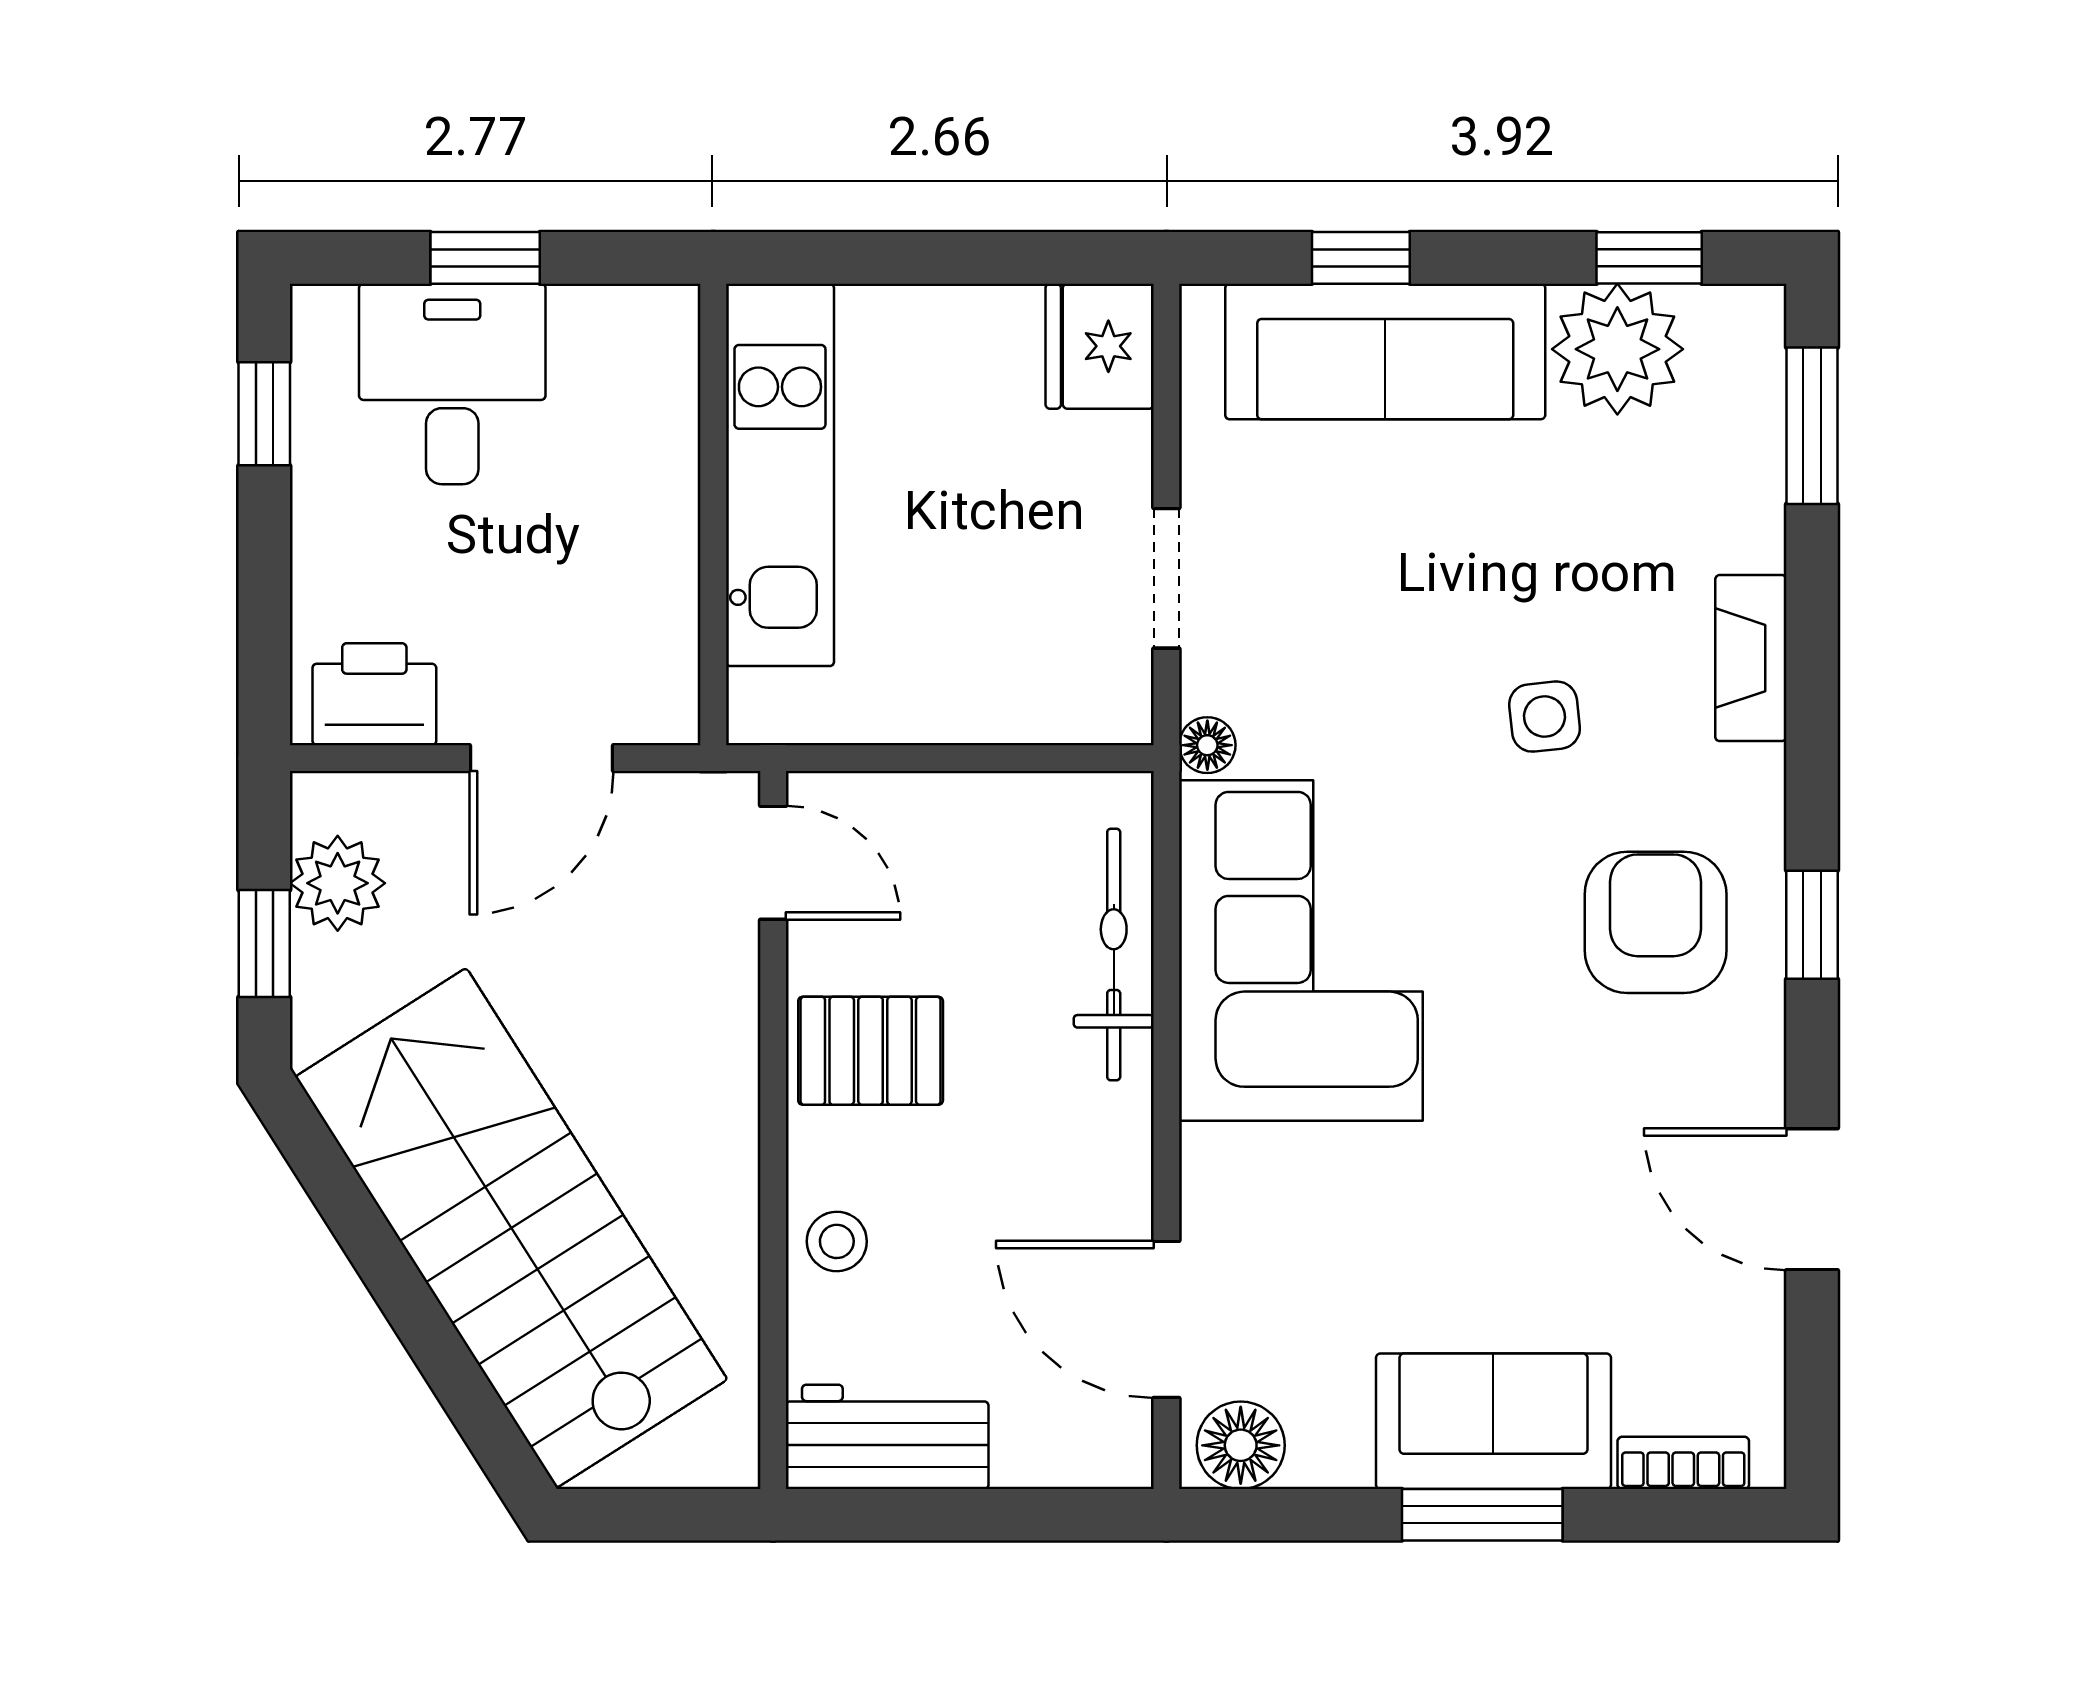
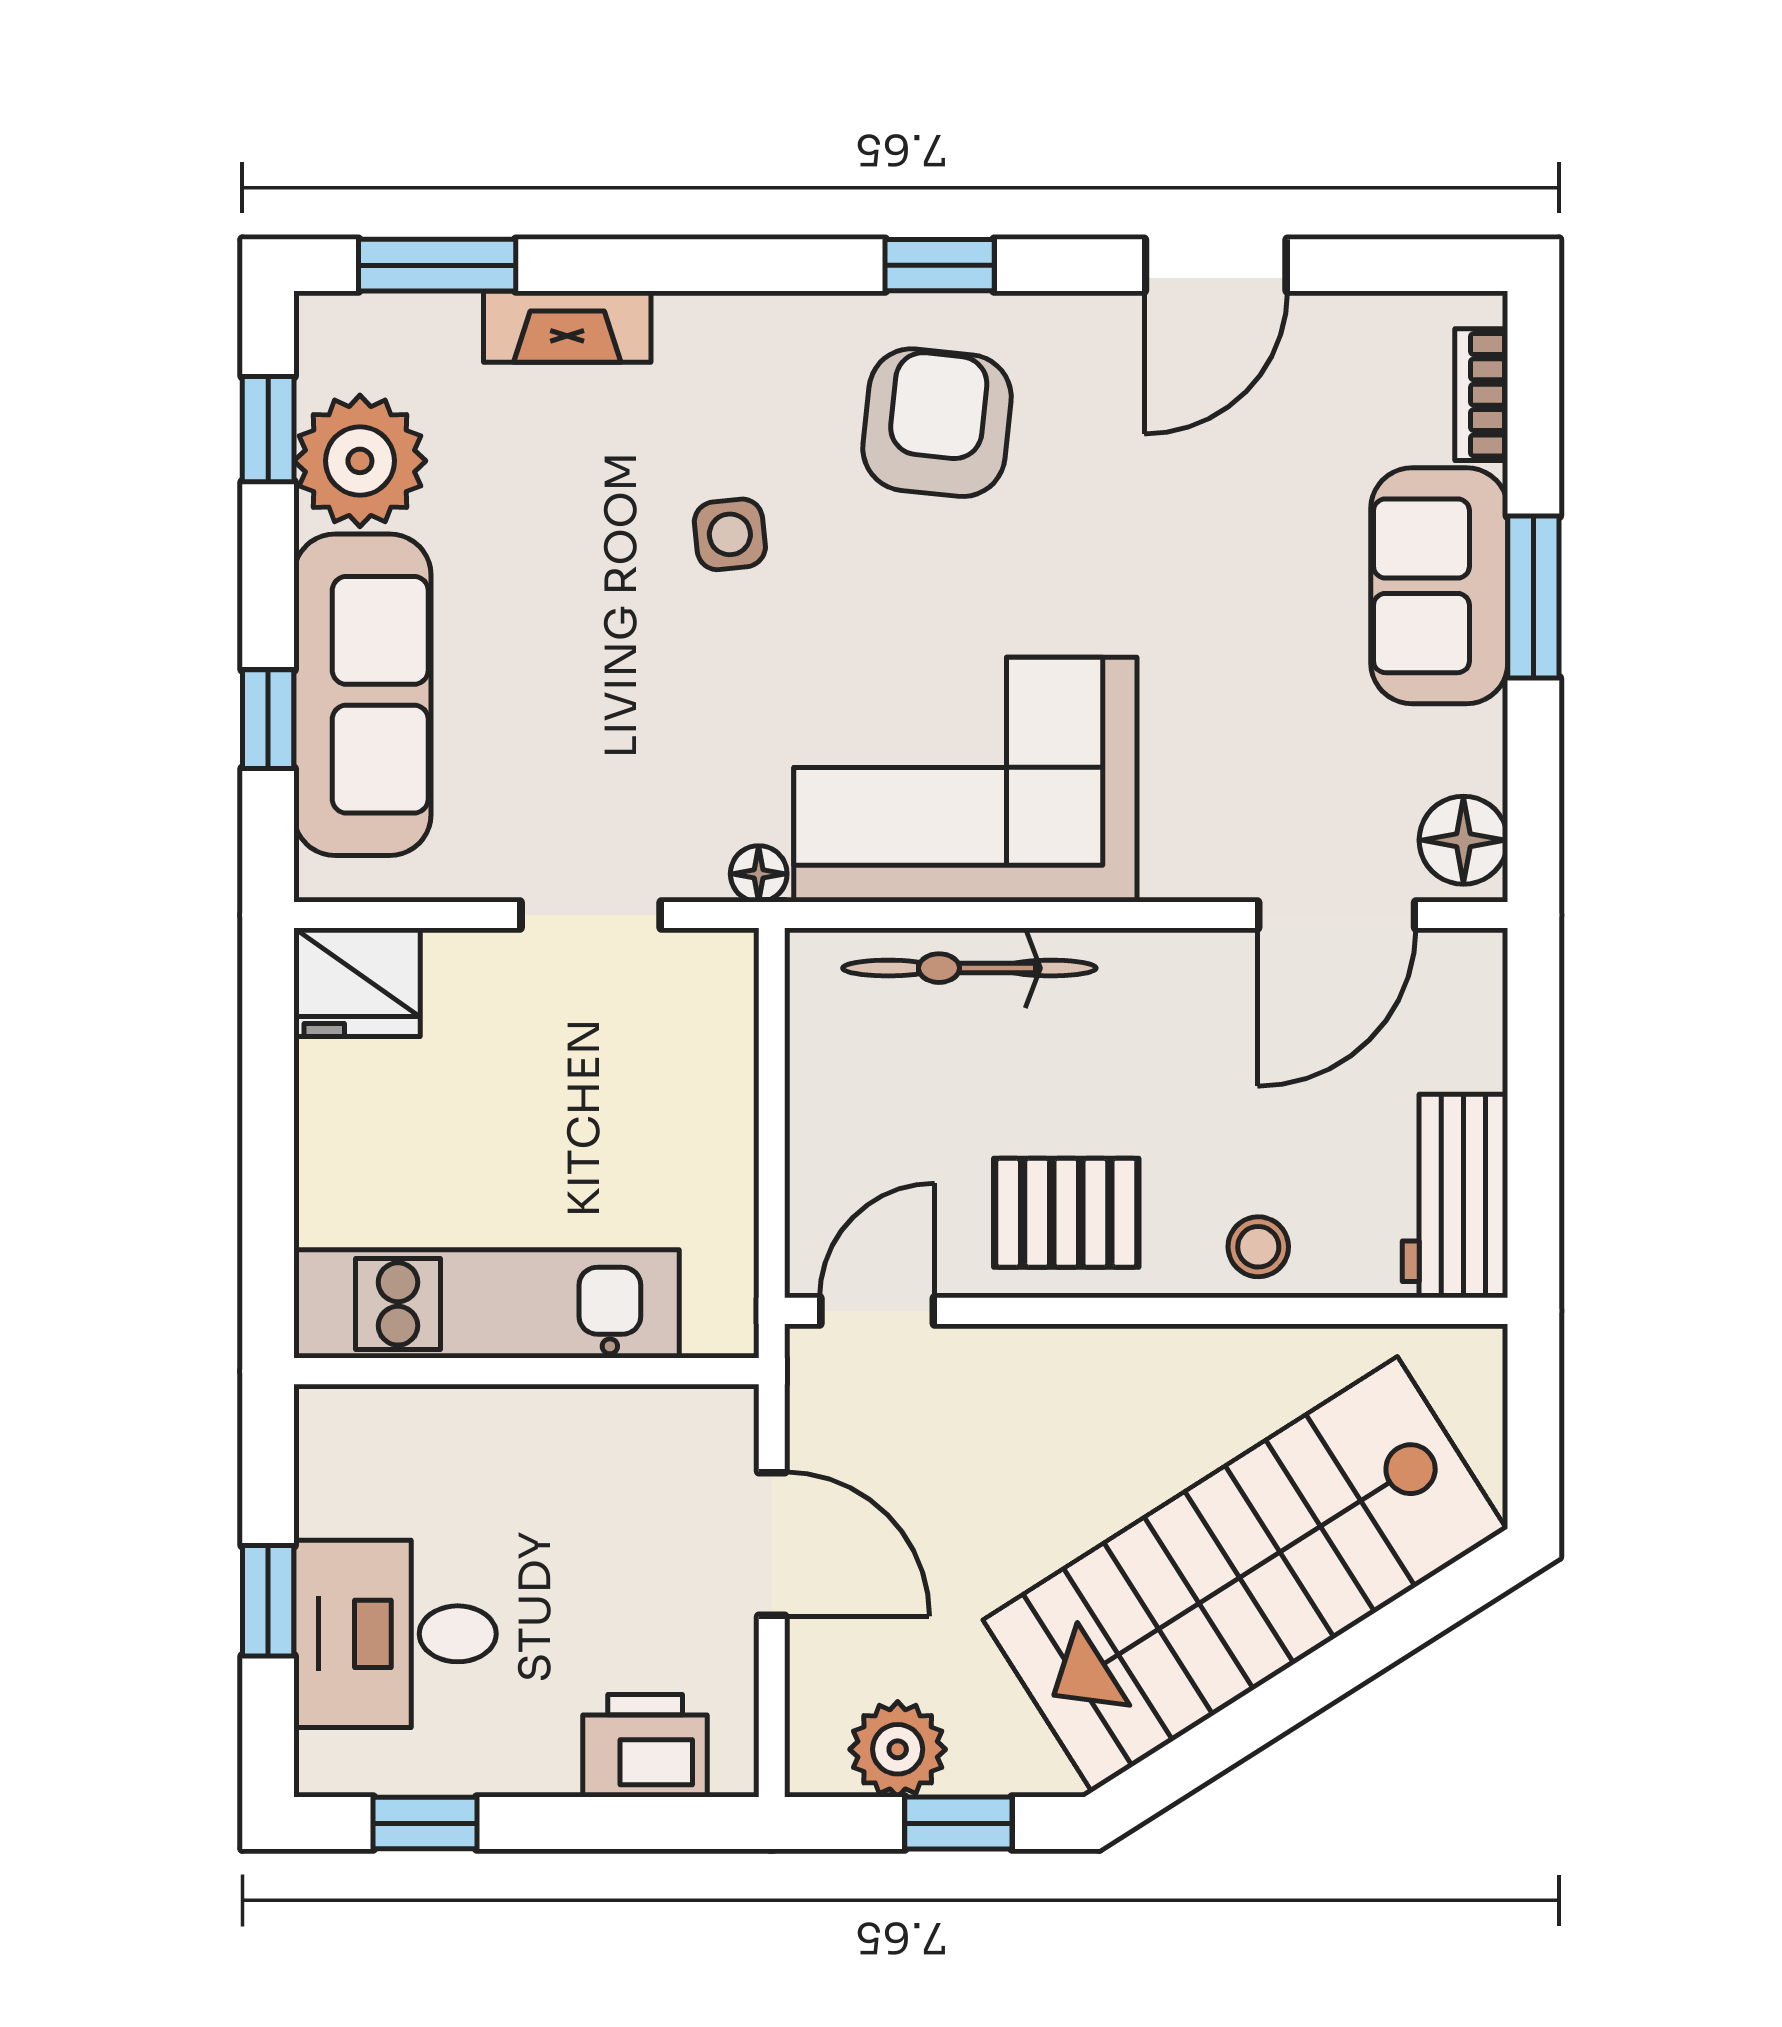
fireplace: (1751, 658) -> (567, 327), moved
printer: (374, 694) -> (645, 1746), moved, turned 90
armchair: (1656, 922) -> (937, 423), turned 96
pallet: (871, 1051) -> (1066, 1213), turned 90

